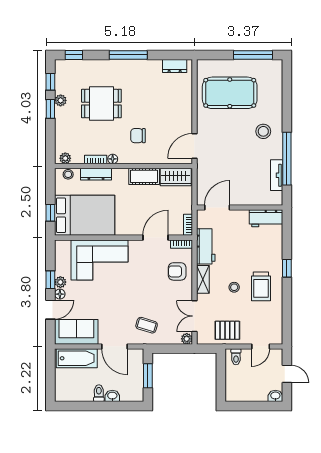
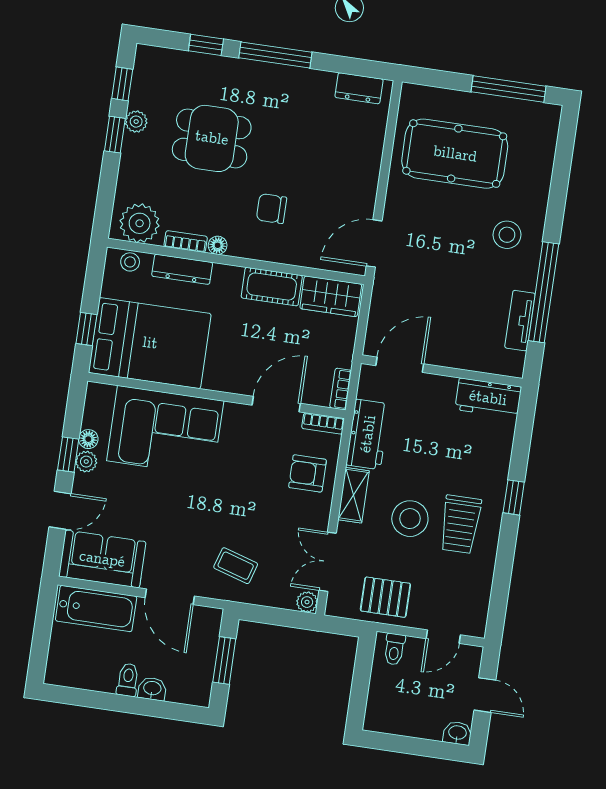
window: (74, 55) -> (206, 45), moved
plant: (65, 158) -> (140, 223), width x1.88, depth x1.88
stool: (234, 287) -> (410, 519), width x1.89, depth x1.89
floor lamp: (60, 294) -> (88, 439), moved

